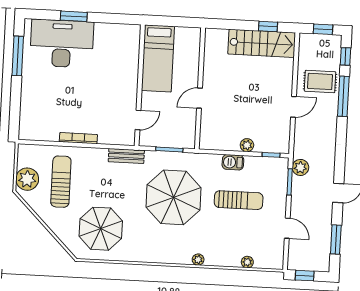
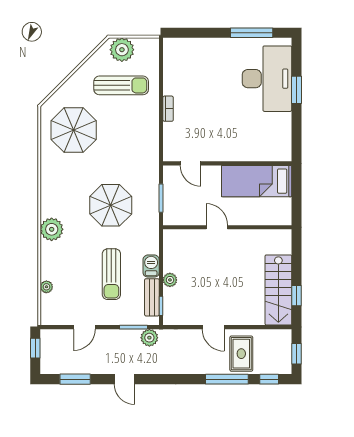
bookcase: (78, 138) -> (168, 109), width x0.64
bench: (126, 156) -> (152, 297), moved
parasol: (173, 197) -> (111, 205), width x0.73, depth x0.73
plant: (198, 260) -> (52, 229), width x1.88, depth x1.88

